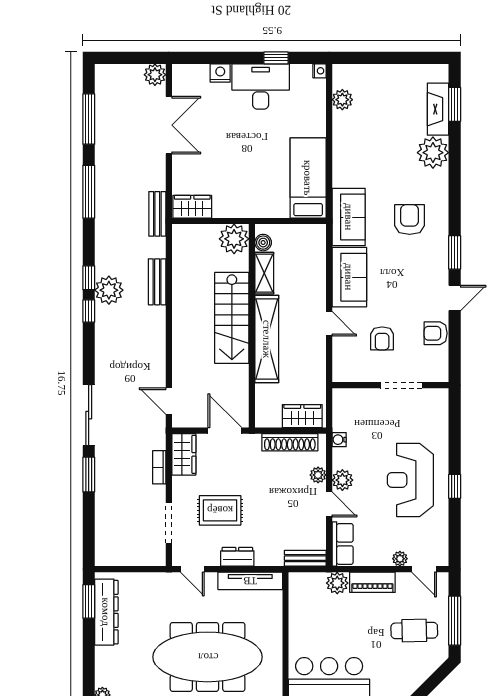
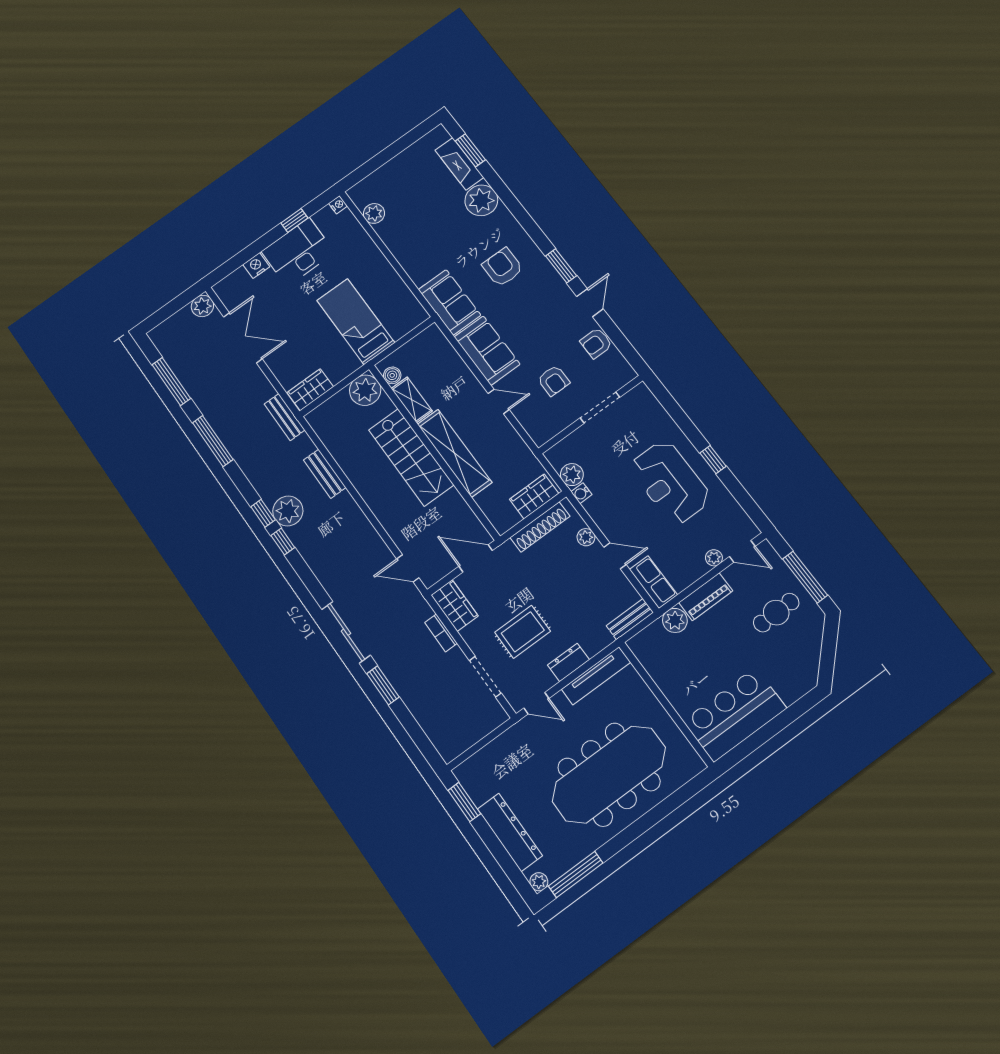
bed: (308, 178) -> (356, 321), moved
plant: (342, 480) -> (572, 475), moved
dresser: (106, 612) -> (510, 832), moved

